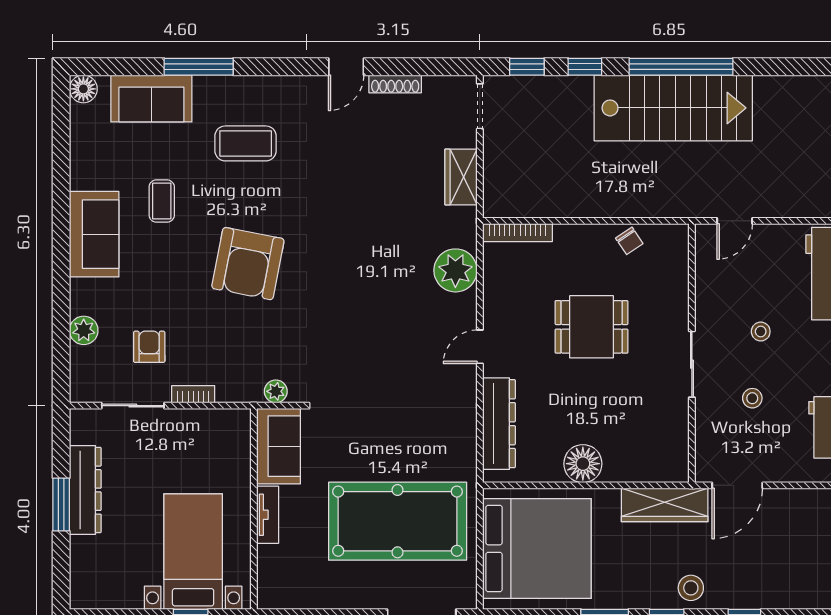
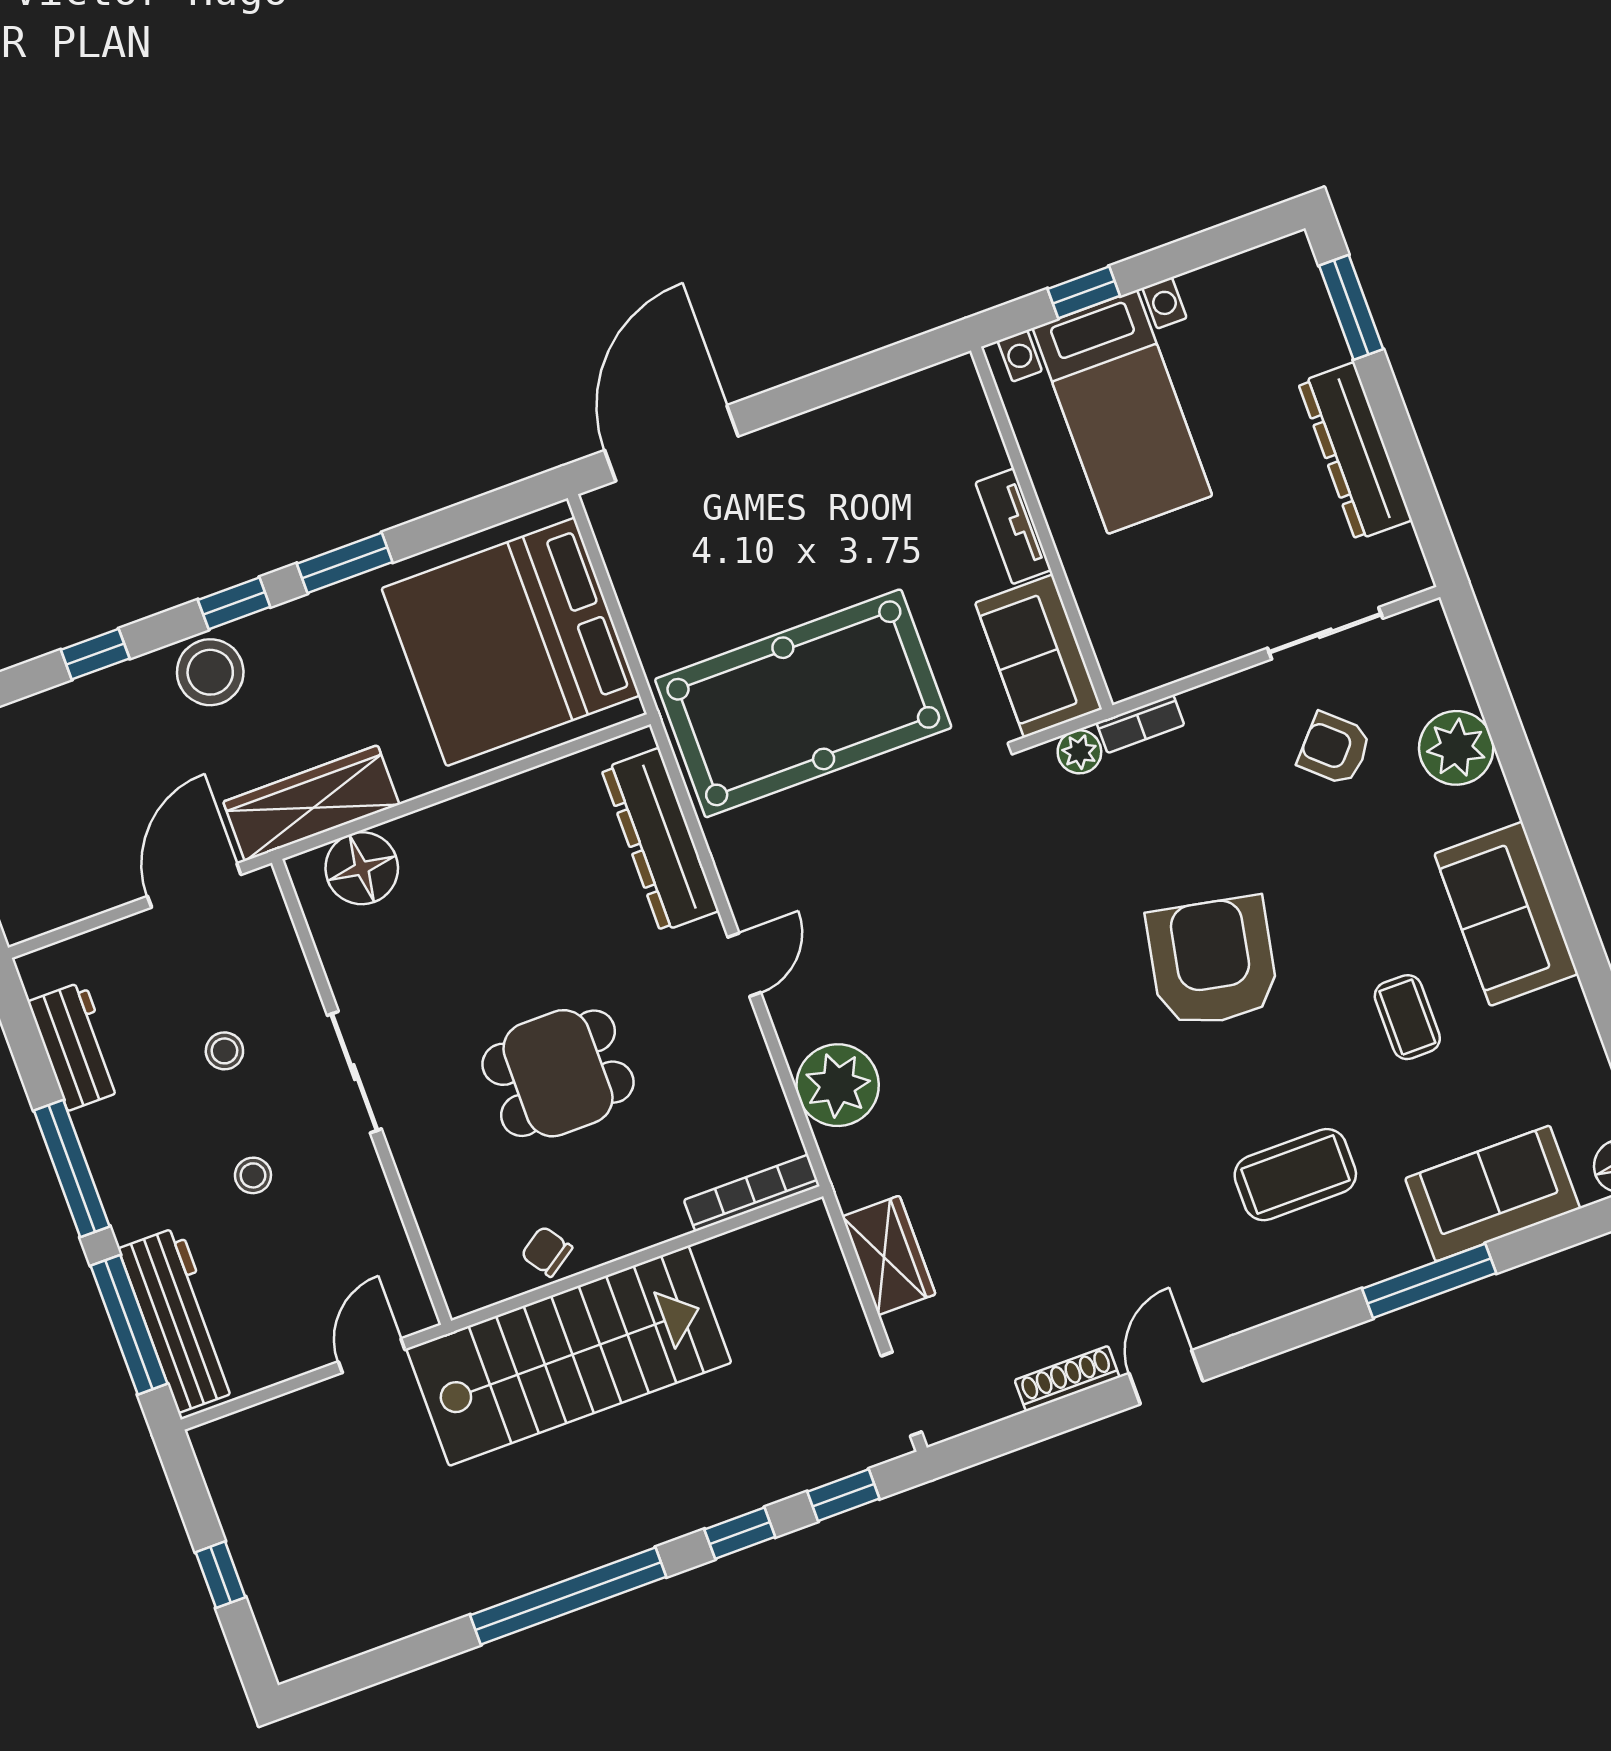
stairs: (673, 108) -> (569, 1356), moved, turned 180
plant: (84, 330) -> (1456, 748), width x1.36, depth x1.36
armchair: (149, 347) -> (1334, 749), turned 132
bookcase: (193, 394) -> (1140, 724), moved
floor lamp: (583, 464) -> (362, 868), moved
window: (61, 504) -> (1351, 307), moved
pool table: (398, 521) -> (803, 703), moved
stool: (691, 588) -> (210, 672), width x1.38, depth x1.38

